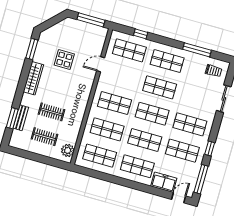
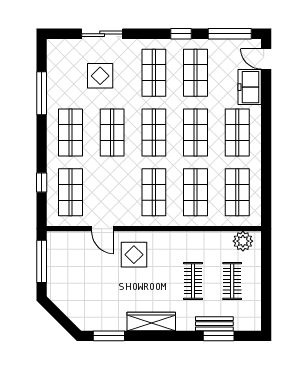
display table: (64, 60) -> (134, 255), moved
trolley: (214, 71) -> (65, 60), removed
display table: (198, 90) -> (100, 76), added

